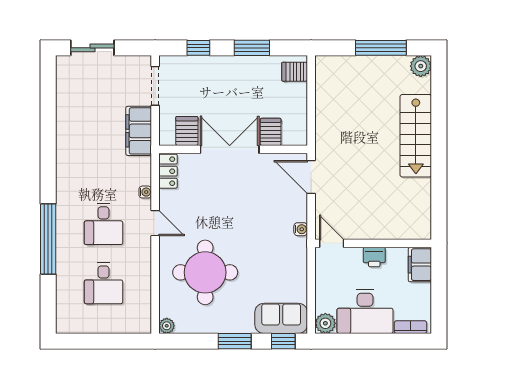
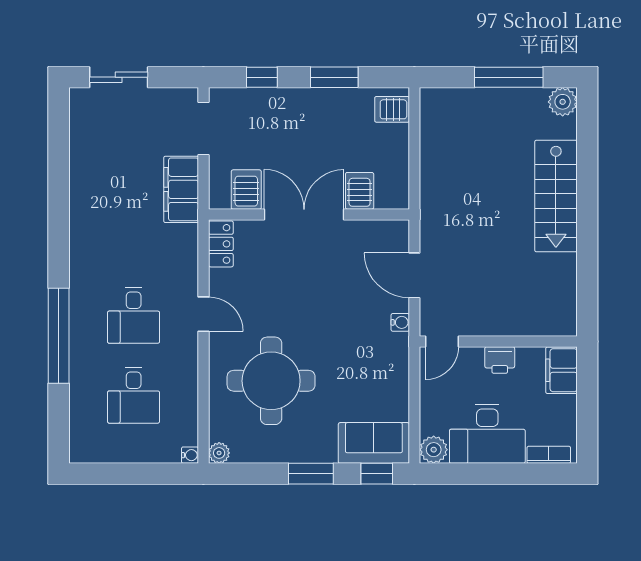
door: (311, 177) -> (414, 275), moved
water cooler: (145, 192) -> (190, 455), moved
door: (332, 243) -> (442, 341), swing flipped

